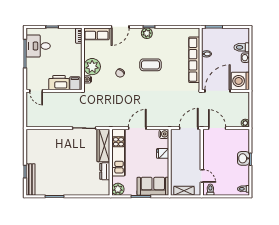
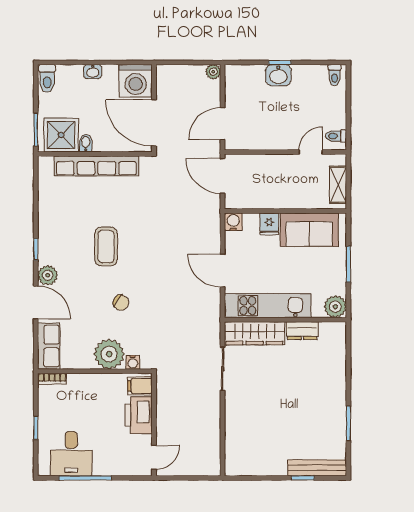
plant: (147, 33) -> (48, 275), moved
shower: (211, 41) -> (61, 135), added
toilet: (242, 47) -> (47, 78), moved
sofa: (153, 186) -> (309, 230), moved, turned -90

